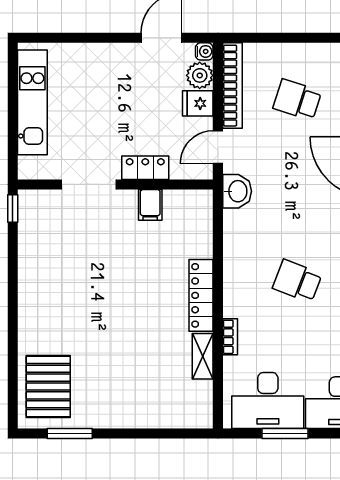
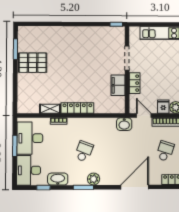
filing cabinet: (150, 205) -> (118, 85), width x2.00
pallet: (48, 386) -> (33, 63), moved

